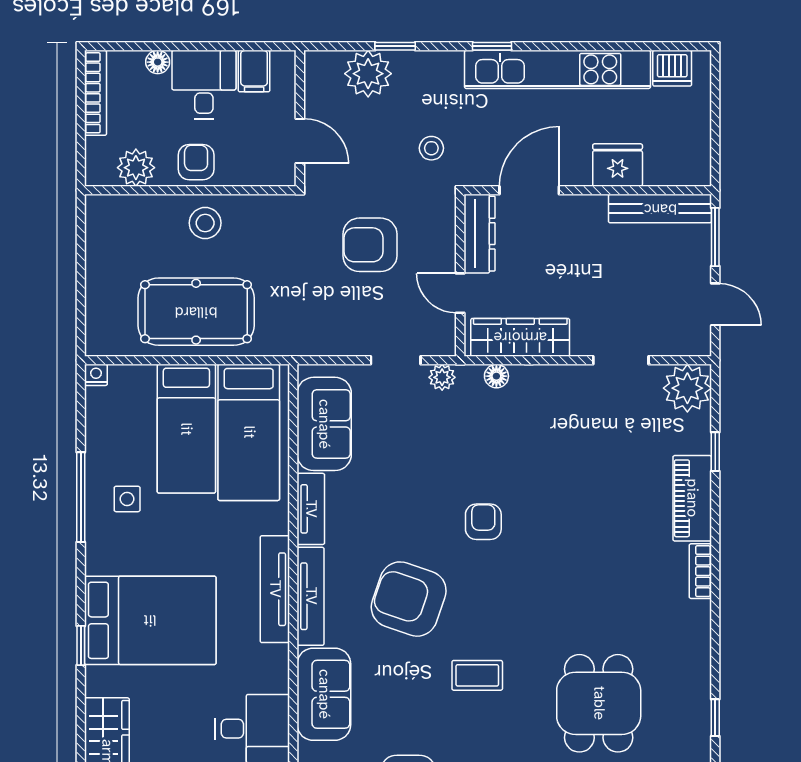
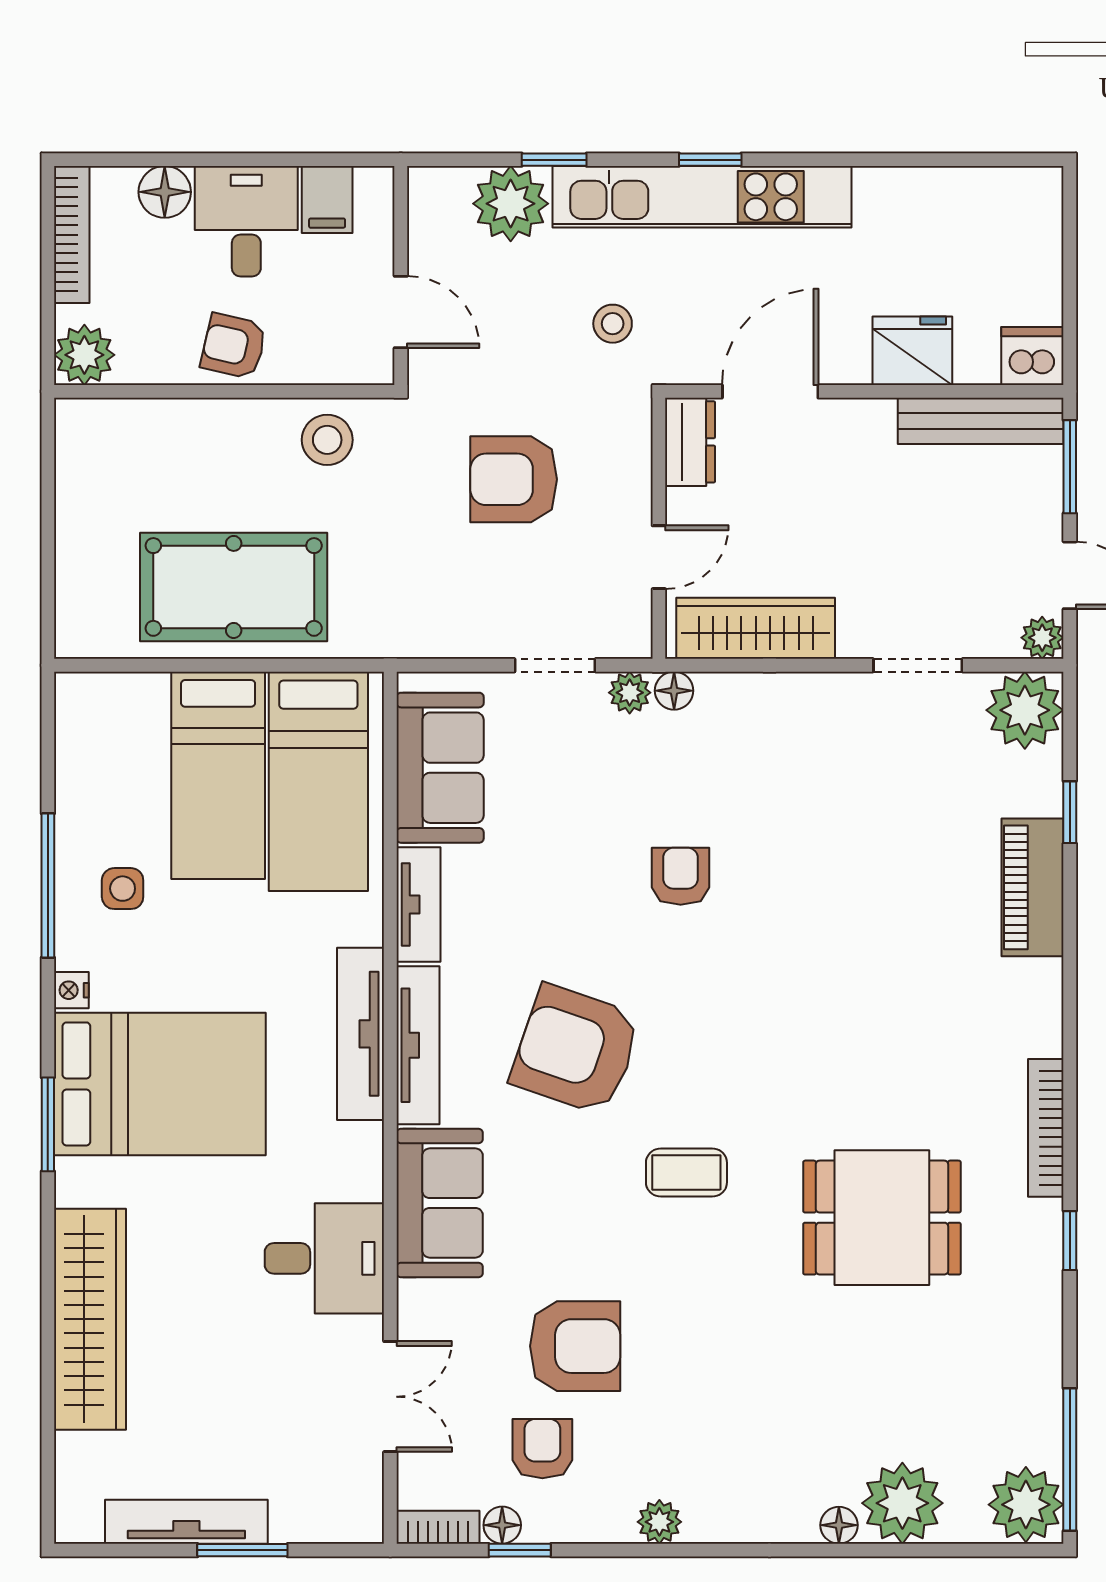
floor lamp: (158, 62) -> (165, 192), width x1.37, depth x1.37
dishwasher: (672, 68) -> (1032, 356), moved, turned 180
kitchen unit: (558, 69) -> (702, 197), moved
armchair: (196, 162) -> (234, 346), turned -77
plant: (136, 168) -> (84, 355), moved
stool: (205, 223) -> (327, 440), moved
dresser: (479, 234) -> (690, 442), width x0.70
door: (460, 293) -> (659, 557), swing flipped
plant: (698, 343) -> (1042, 638), added
nightstand: (96, 375) -> (71, 990), moved, turned -90
floor lamp: (496, 376) -> (674, 691), moved
armchair: (483, 522) -> (681, 876), moved
bookcase: (700, 571) -> (1046, 1128), moved, width x1.56
window: (81, 645) -> (48, 1124), width x1.50
dining table: (599, 703) -> (882, 1218), turned 90

